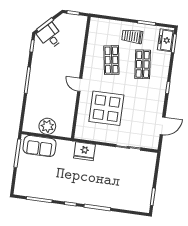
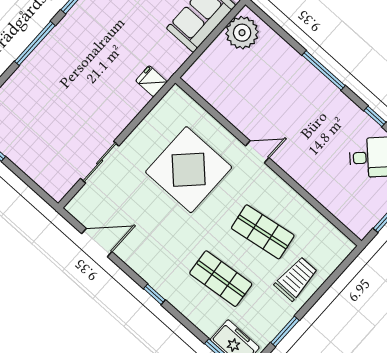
trolley: (132, 36) -> (296, 279), moved
plant: (47, 126) -> (242, 33), moved
door: (163, 126) -> (97, 243), swing flipped
fridge: (85, 151) -> (151, 81), width x0.53, depth x0.75

